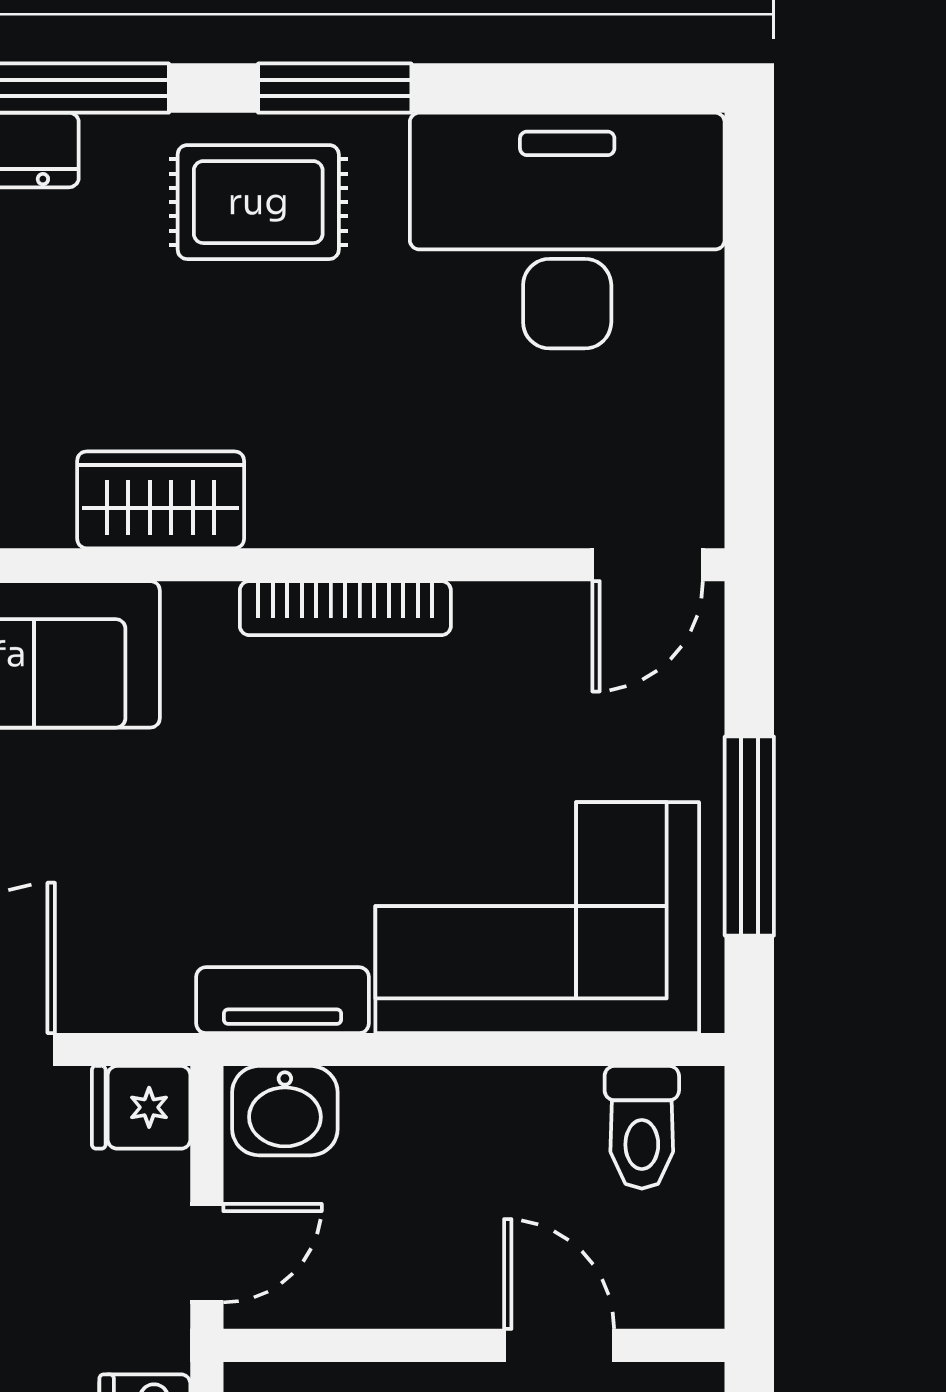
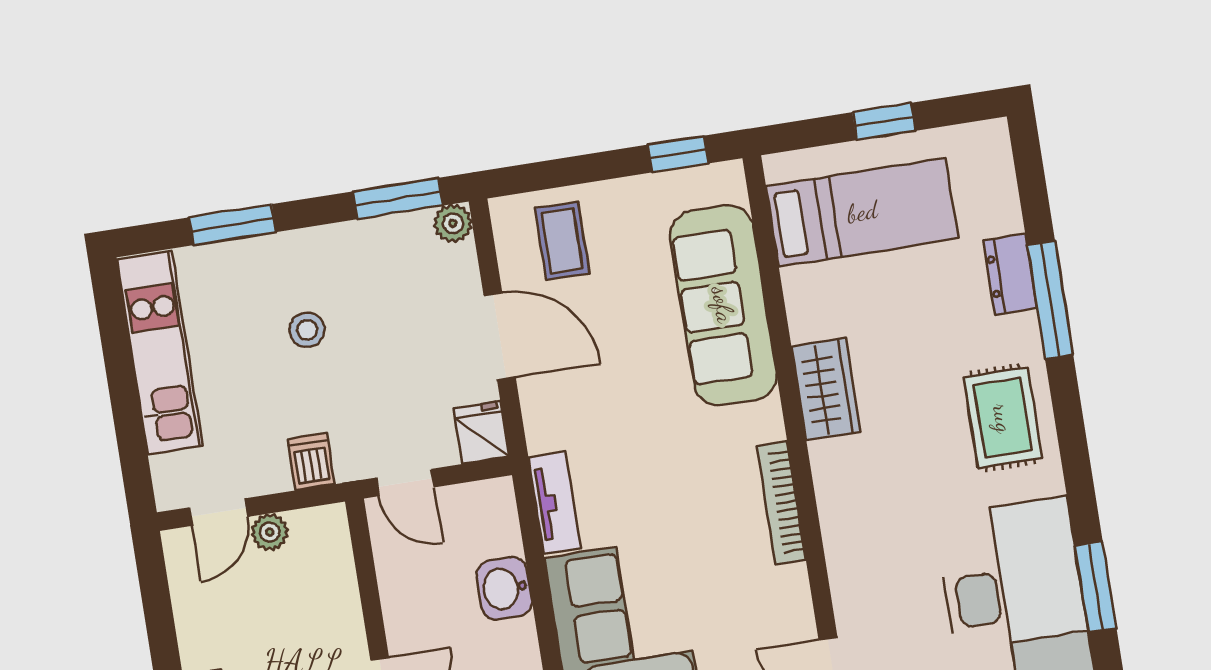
window: (335, 88) -> (1096, 587), moved
washbasin: (285, 1111) -> (504, 588), moved

